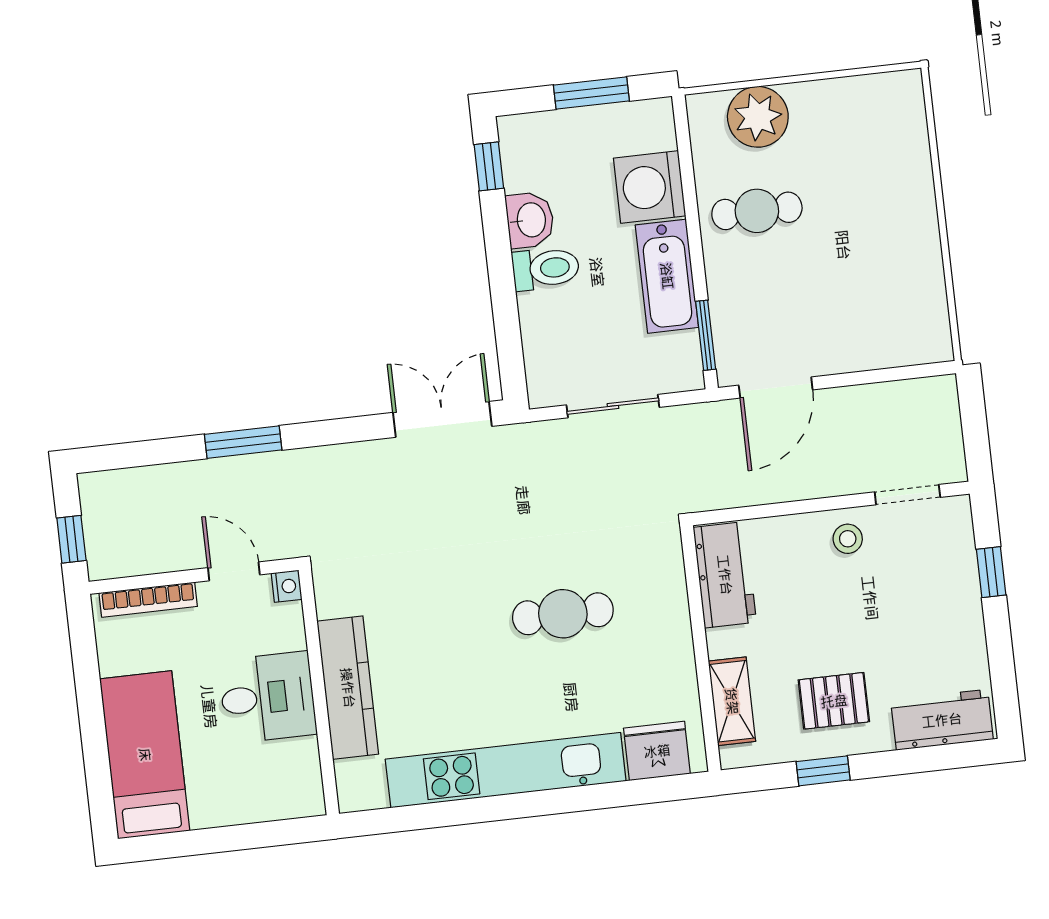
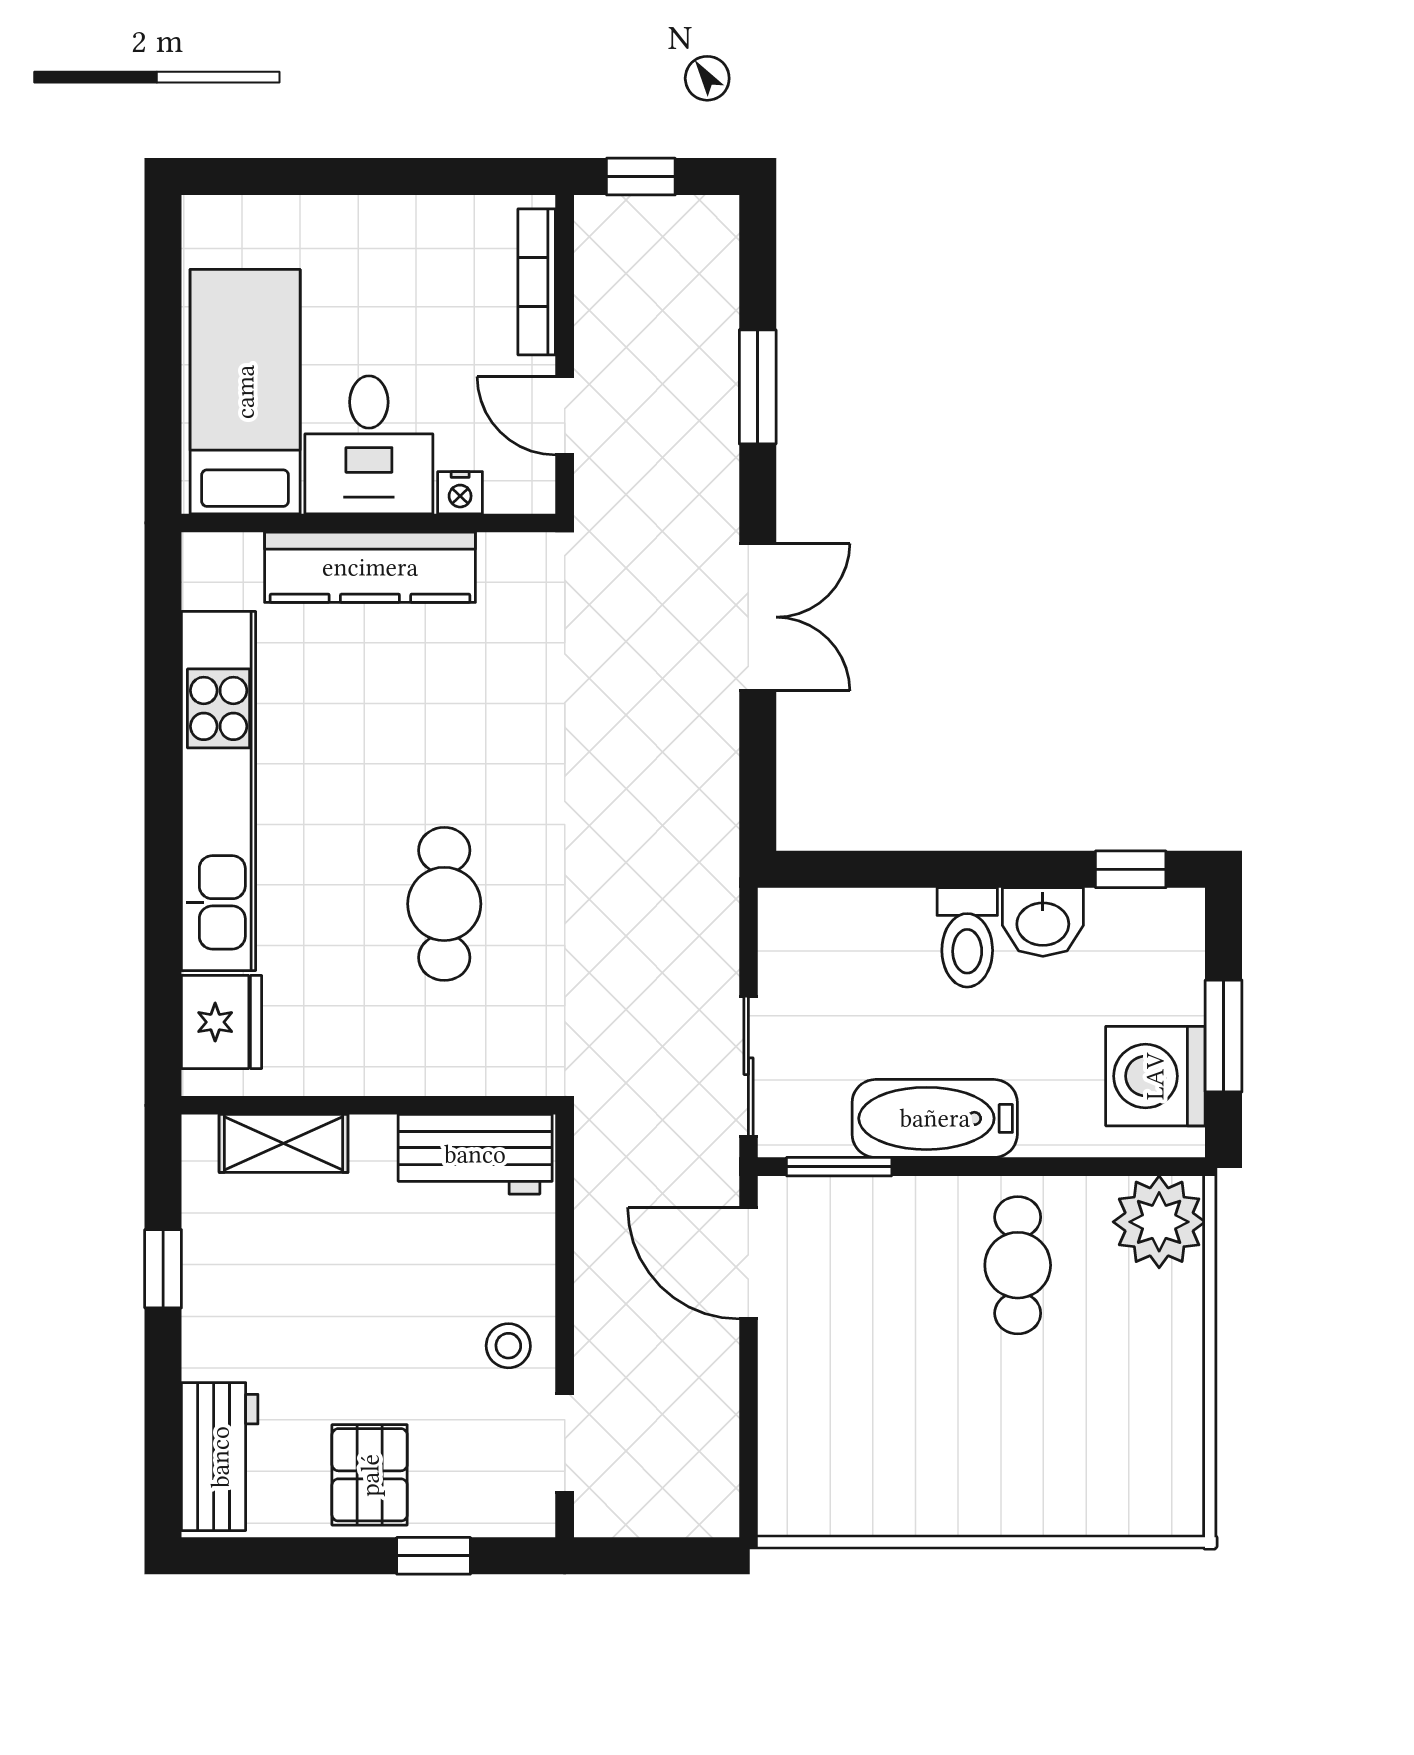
plant: (758, 117) -> (1159, 1222), moved
washing machine: (650, 187) -> (1155, 1076), moved, turned -90
sliding door: (613, 406) -> (748, 1066), moved
double door: (442, 419) -> (758, 617), moved
window: (243, 442) -> (758, 387), moved
door: (234, 571) -> (565, 416), swing flipped
nightstand: (287, 586) -> (460, 493), moved
pallet: (834, 701) -> (370, 1475), moved
bed: (145, 755) -> (245, 392), moved, turned -90

